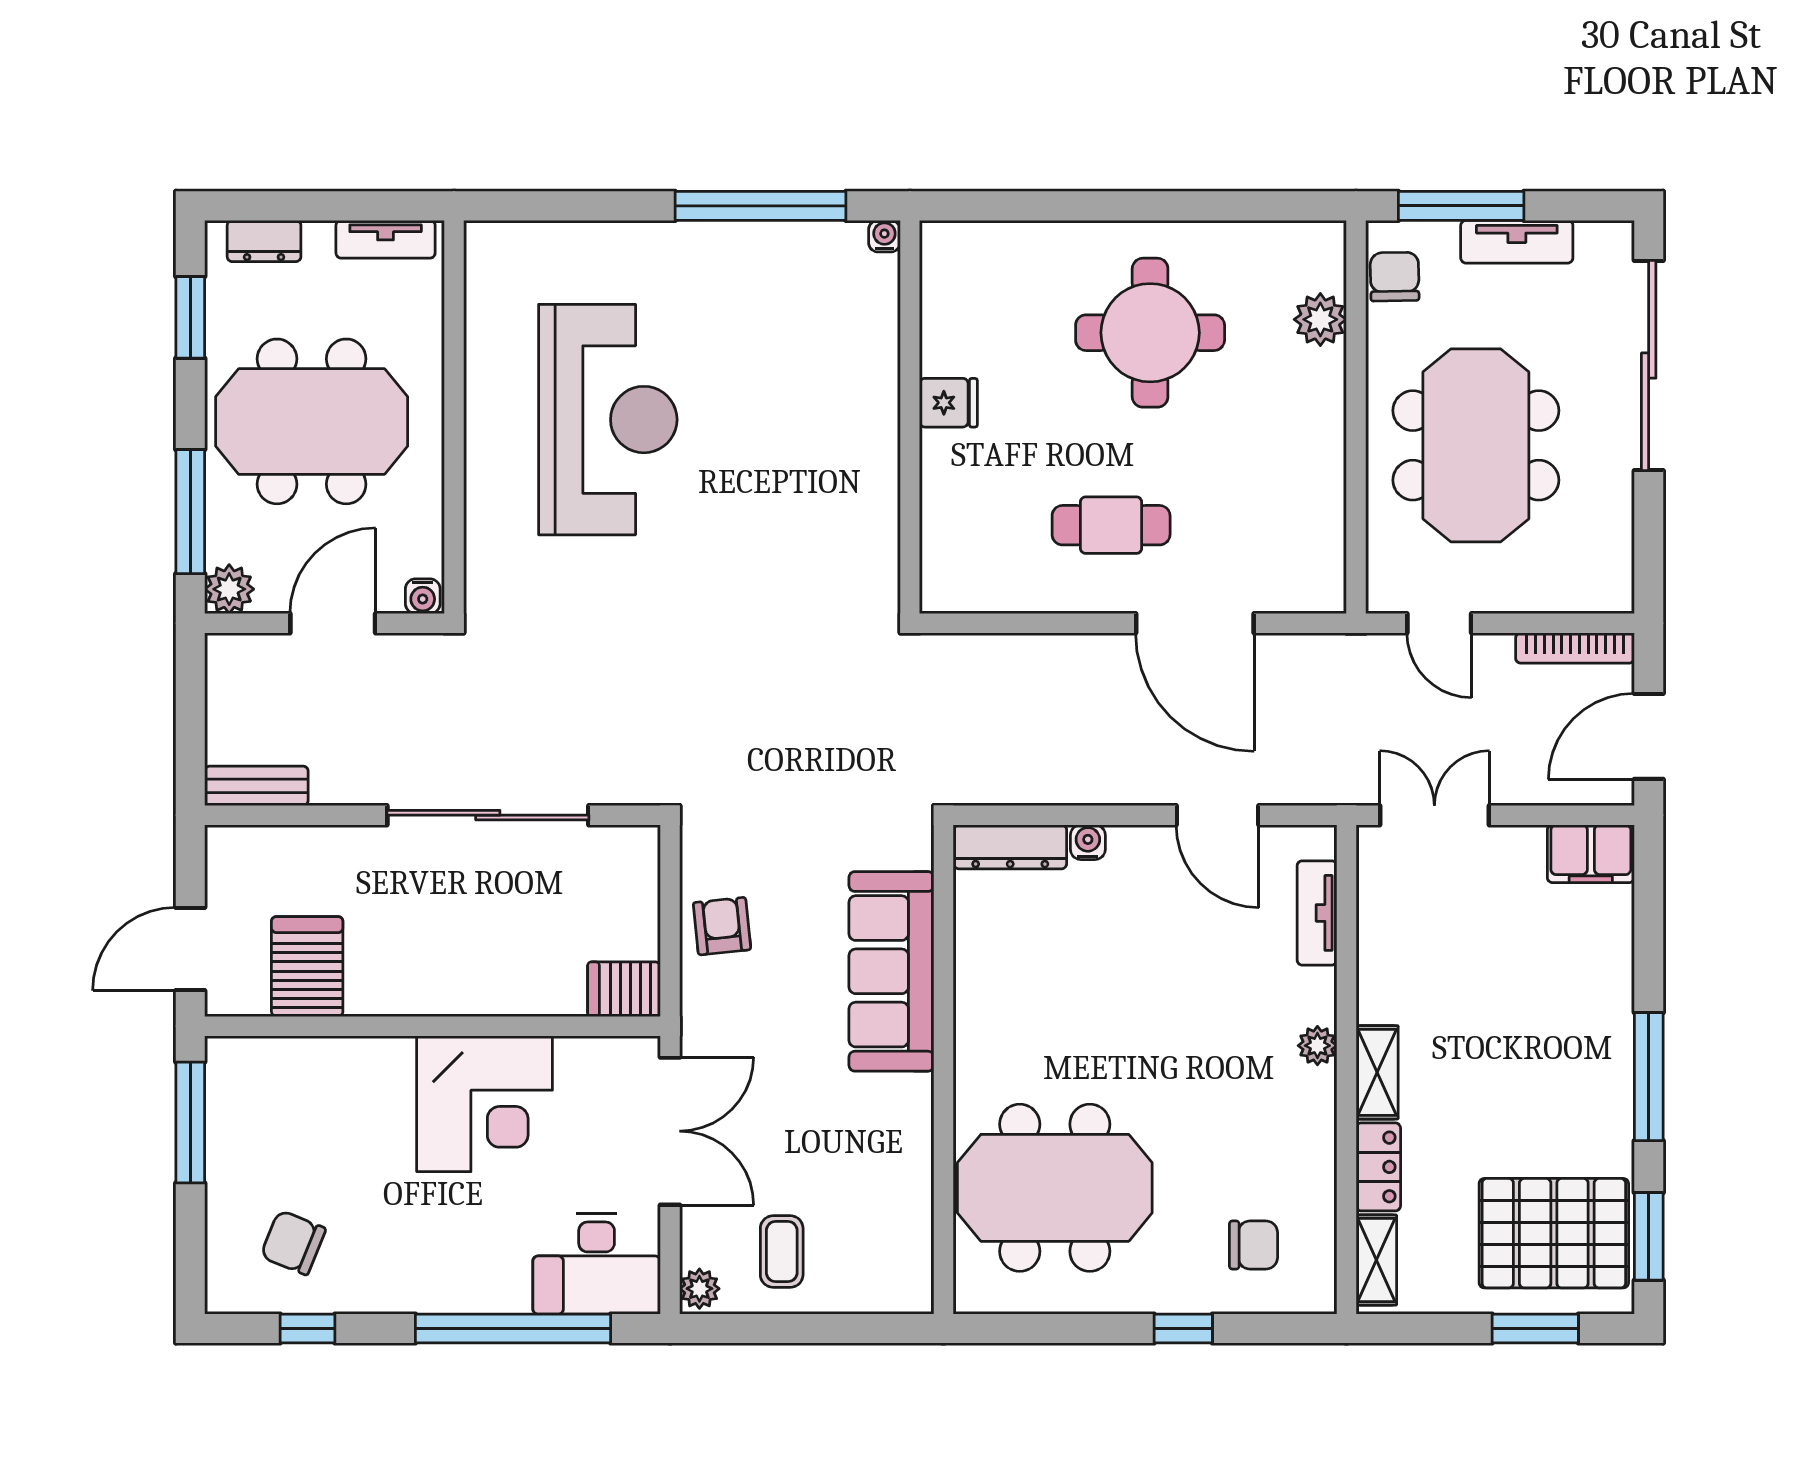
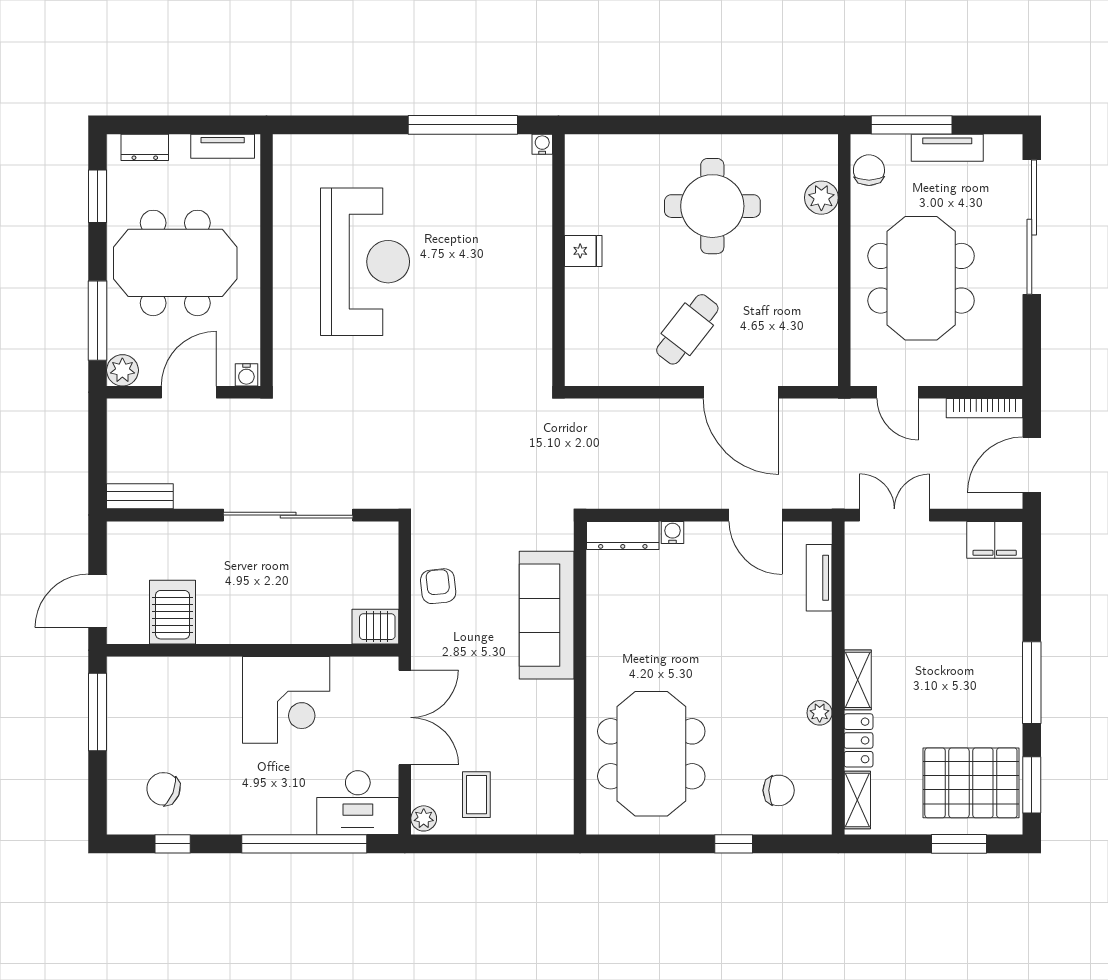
cafe table: (1111, 525) -> (687, 329), turned -52
plant: (1317, 1046) -> (820, 713), moved
meeting table: (1055, 1188) -> (651, 754), turned 90

